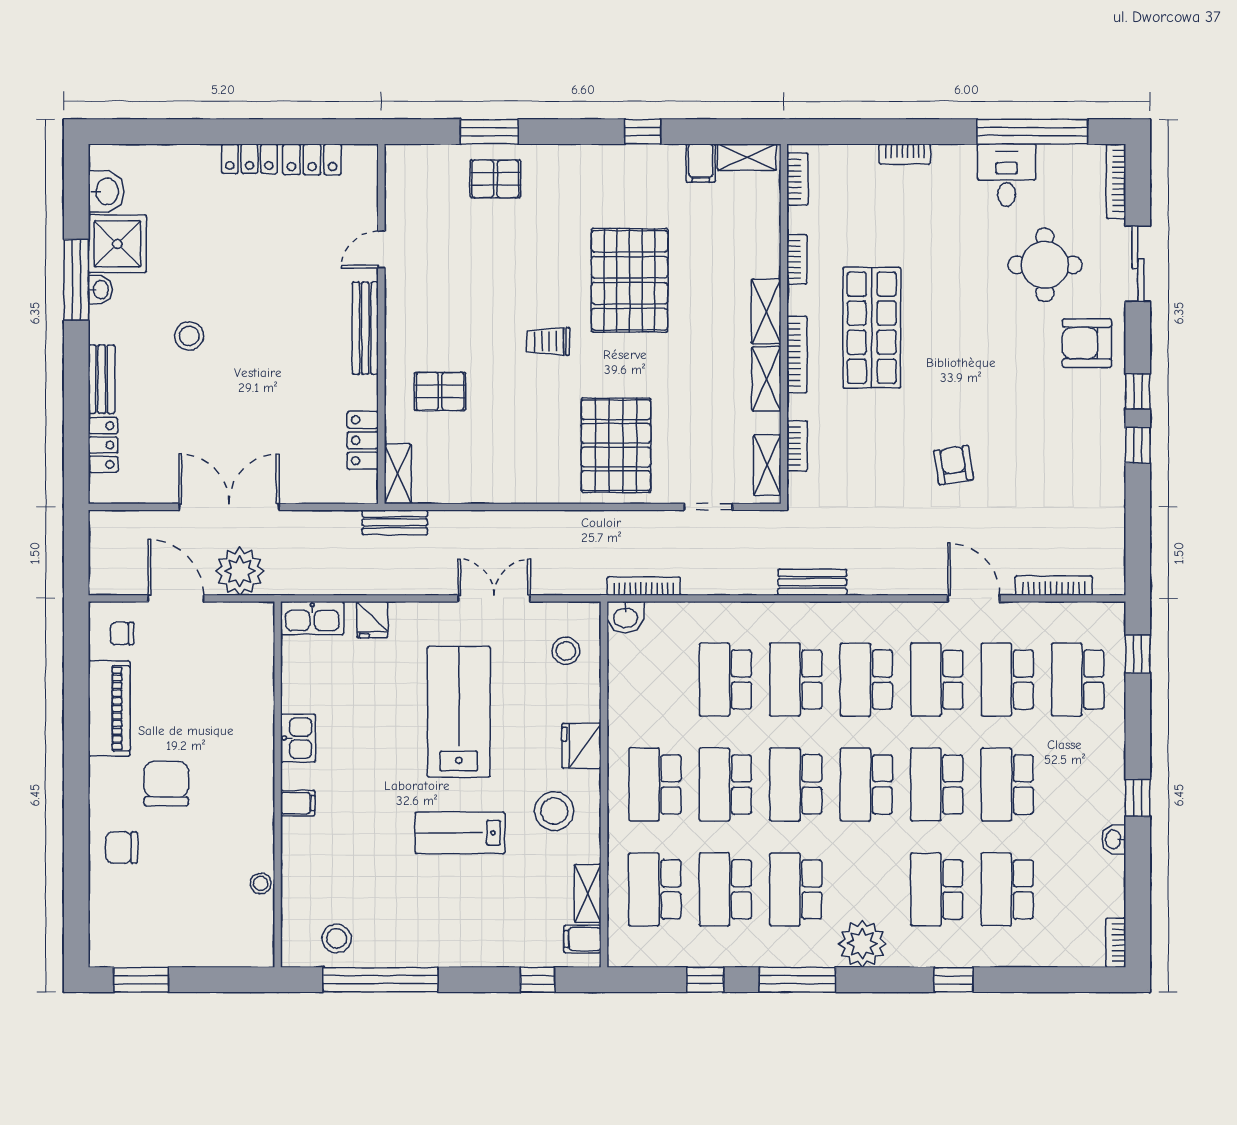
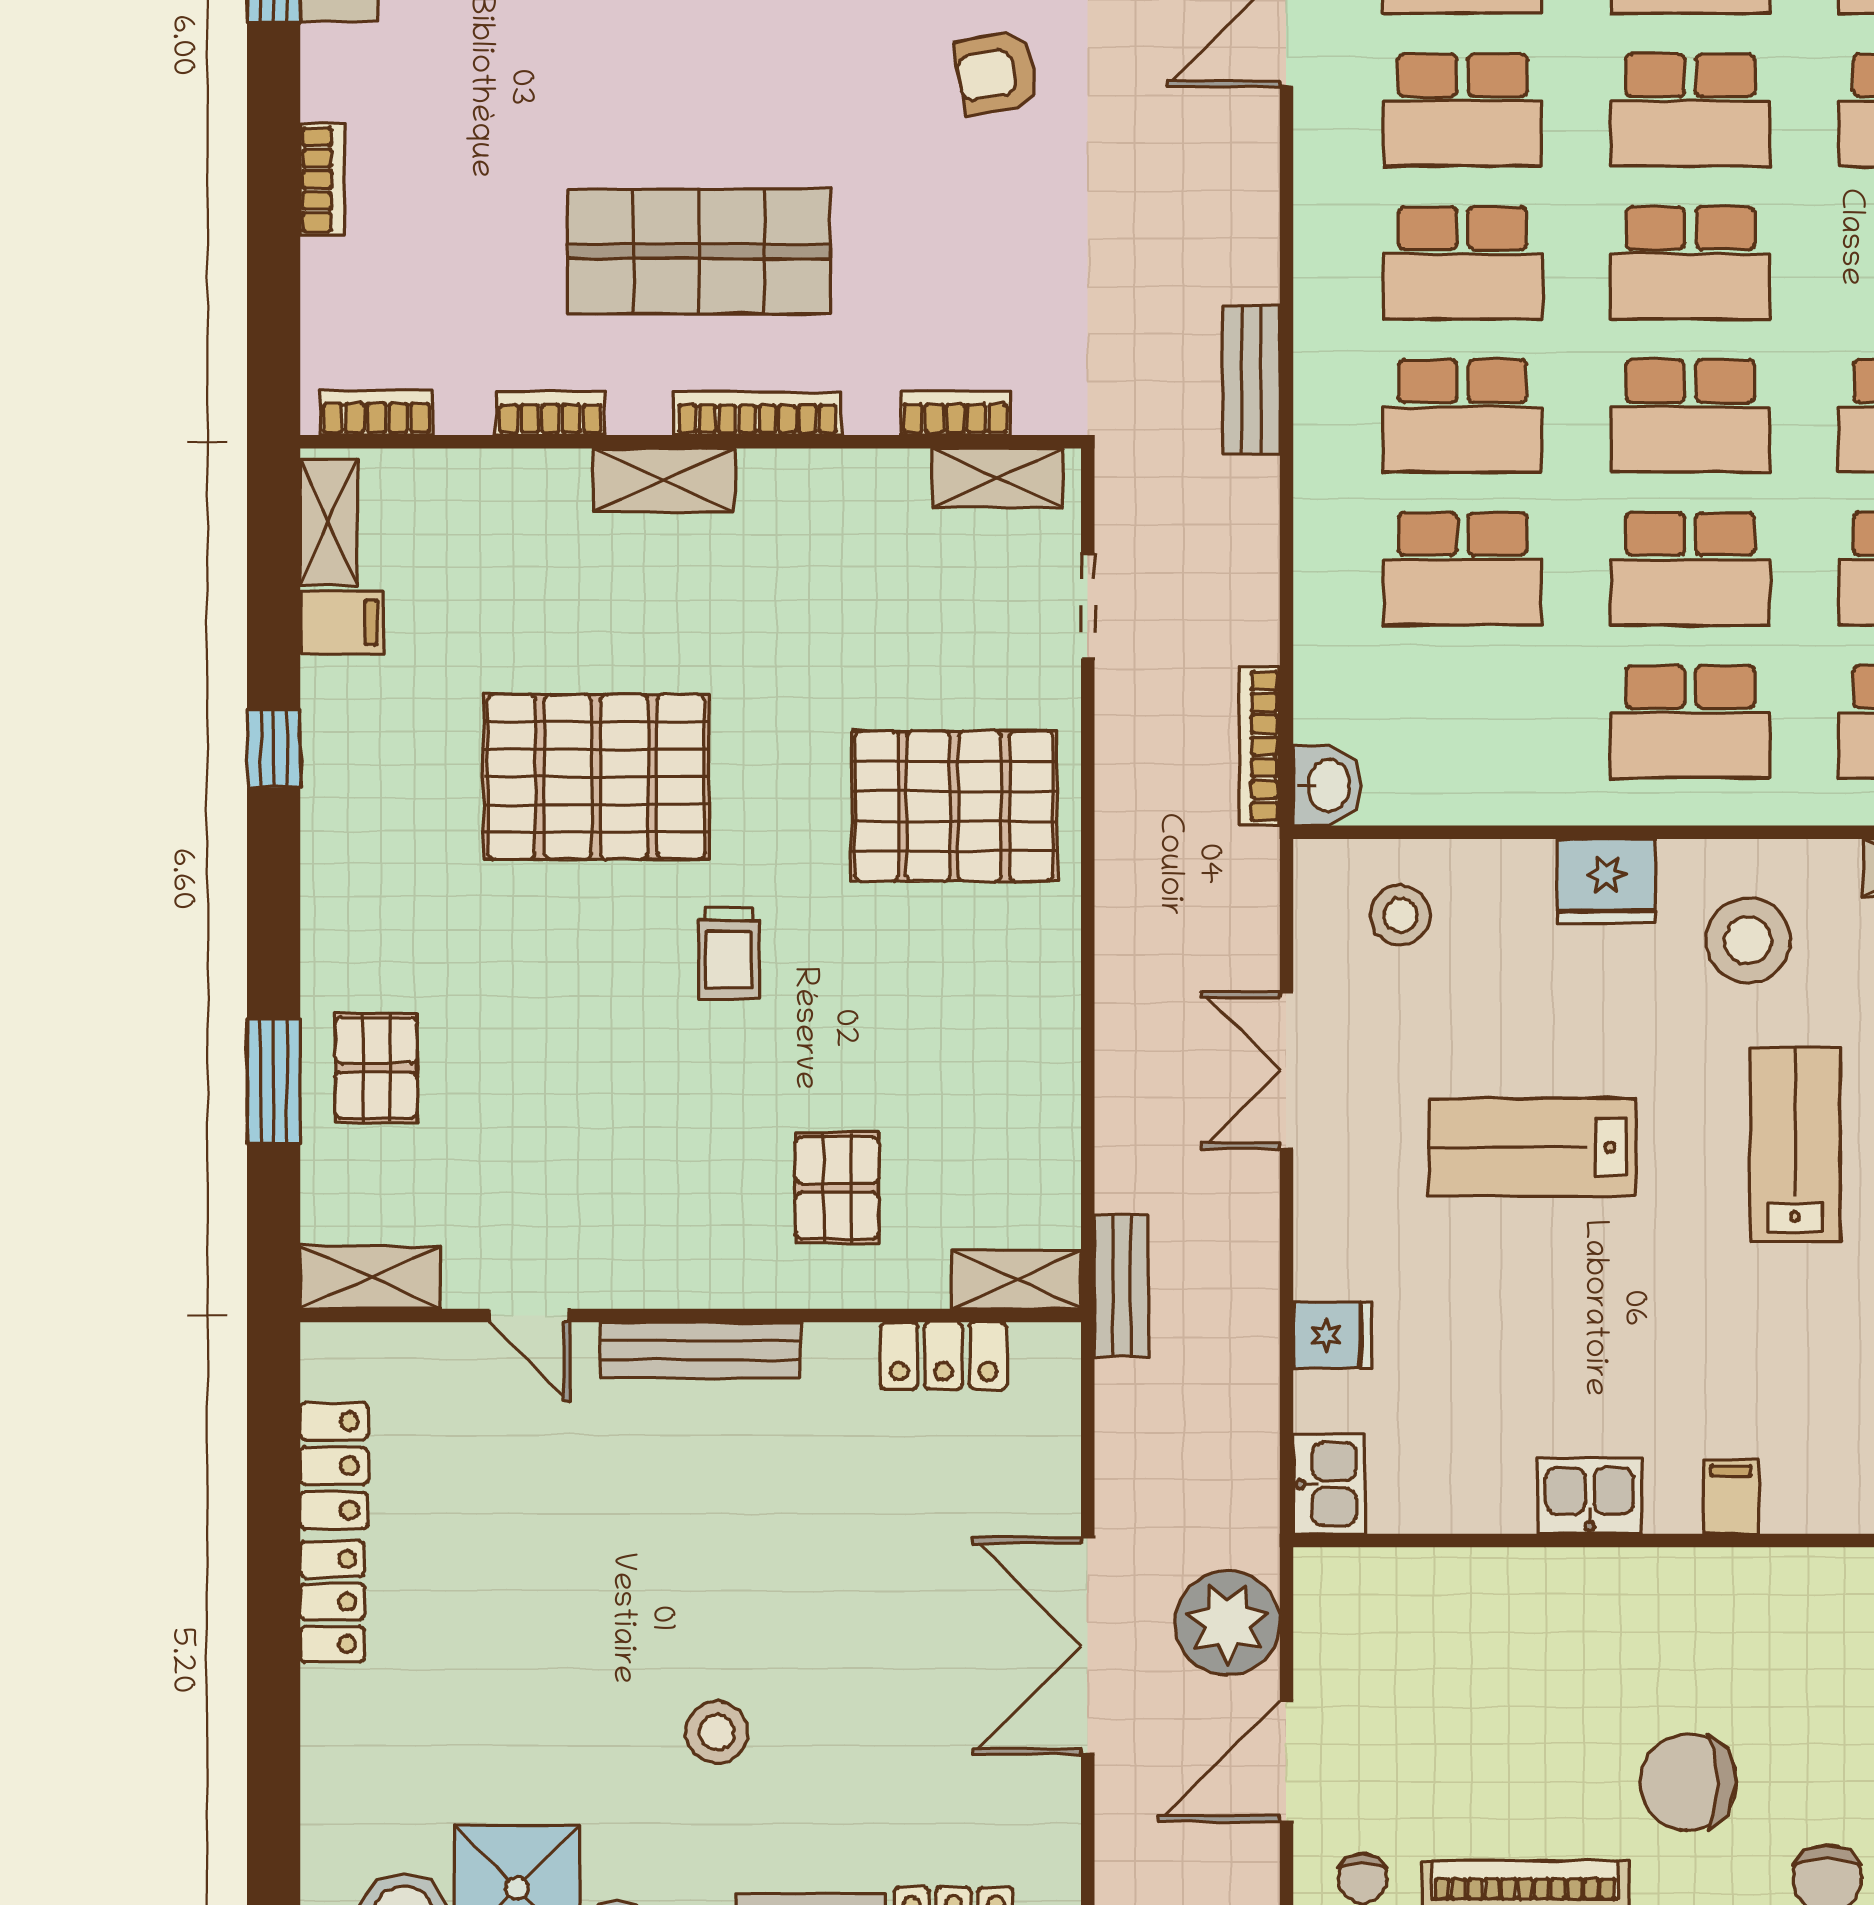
shelving: (766, 379) -> (370, 1277), moved
kitchen sink: (312, 618) -> (1329, 1484), width x0.73
lab bench: (459, 712) -> (1533, 1147), width x0.73, depth x0.72
lab bench: (460, 833) -> (1795, 1145), turned 180

